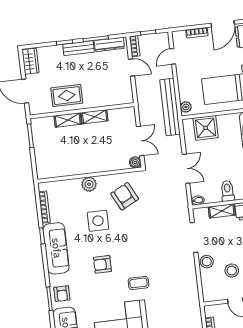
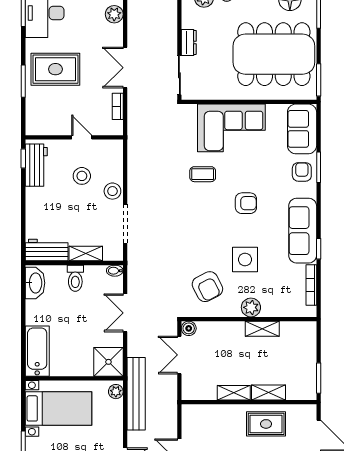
shower: (206, 128) -> (108, 362), moved
shelving: (78, 169) -> (262, 329), added

